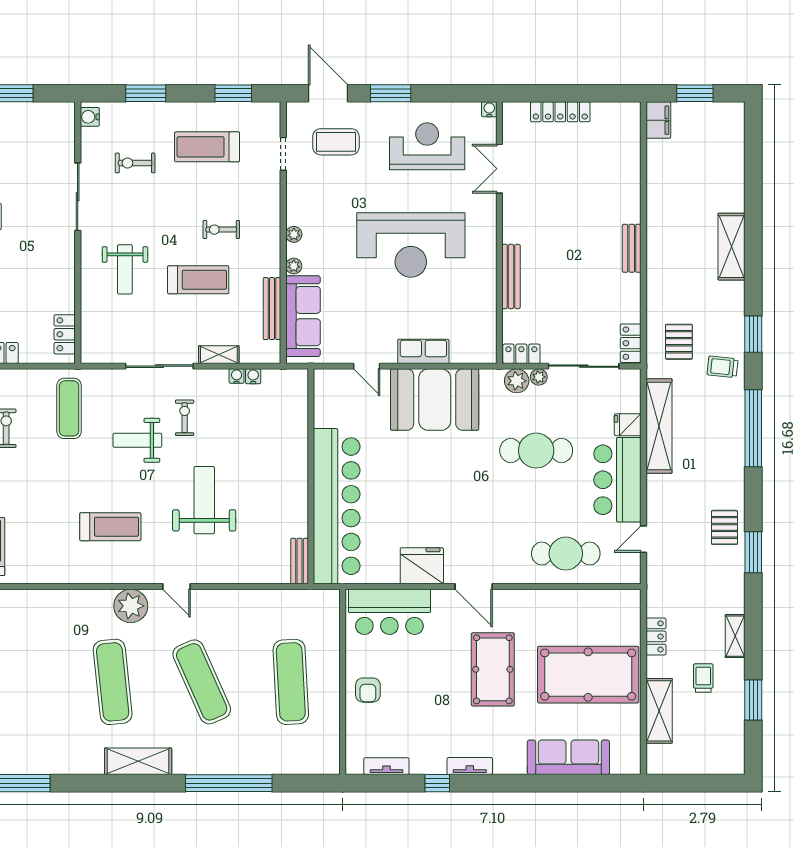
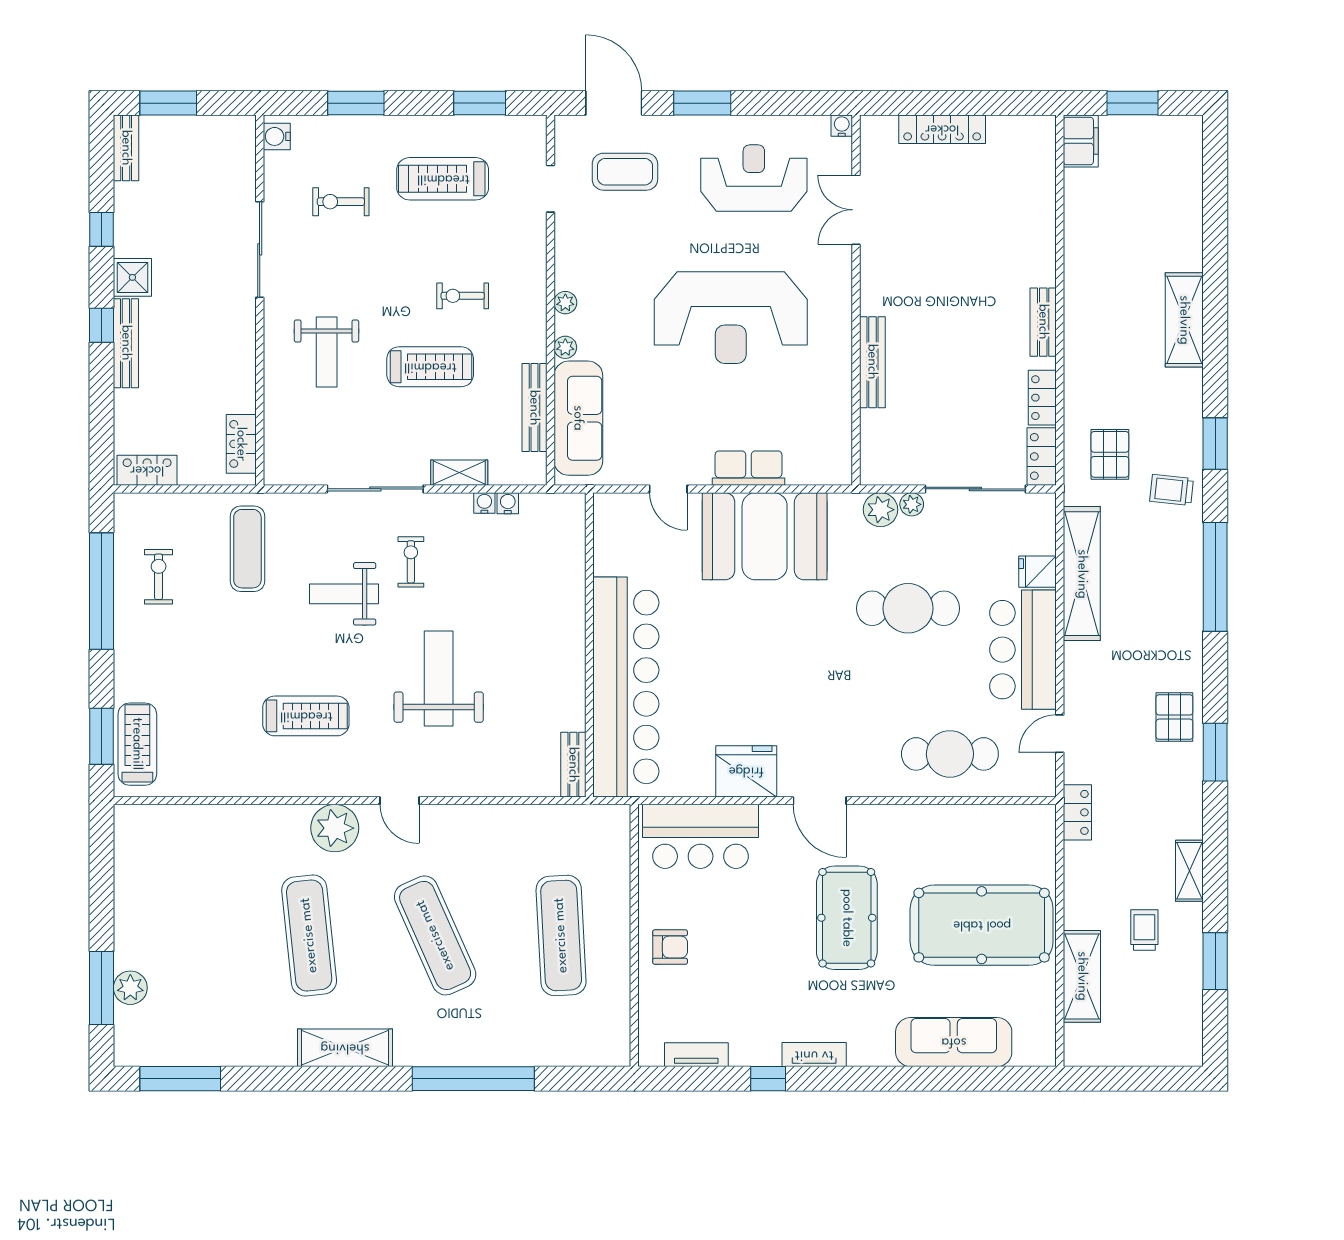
locker: (521, 354) -> (1042, 398), moved, turned -90
locker: (656, 636) -> (1077, 812), moved
armchair: (368, 690) -> (670, 947), turned -90

